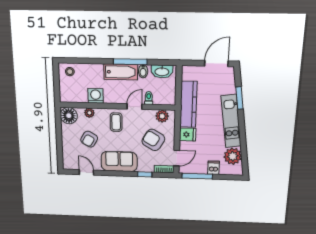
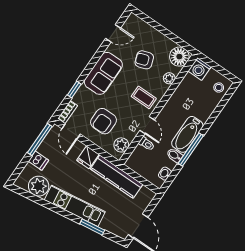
washbasin: (162, 71) -> (165, 174), width x0.52, depth x0.69
washing machine: (96, 96) -> (199, 69), moved, turned 90
armchair: (89, 139) -> (144, 60), turned -49
armchair: (153, 140) -> (104, 121), turned 149

